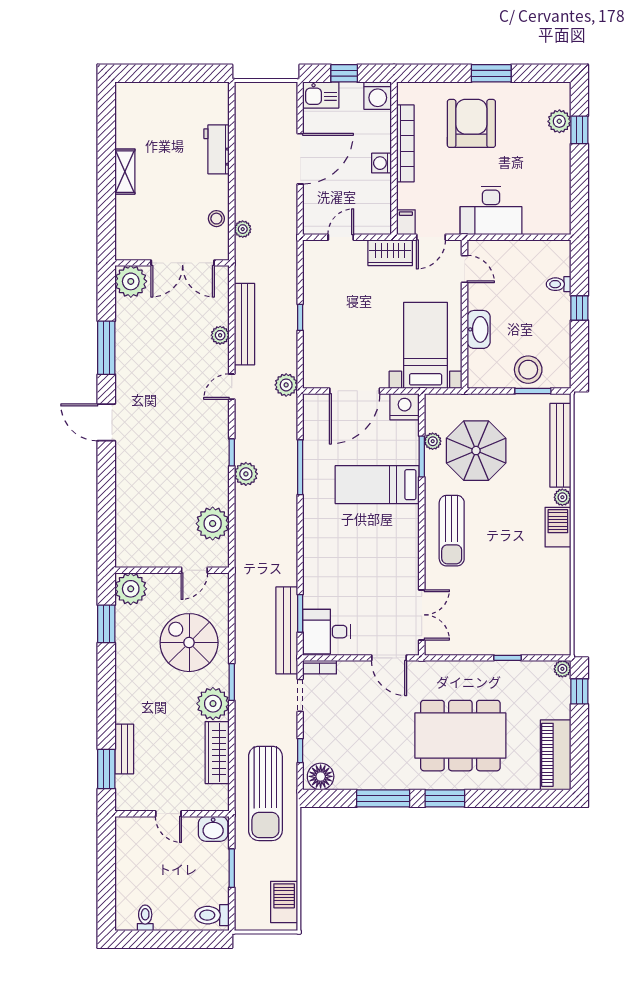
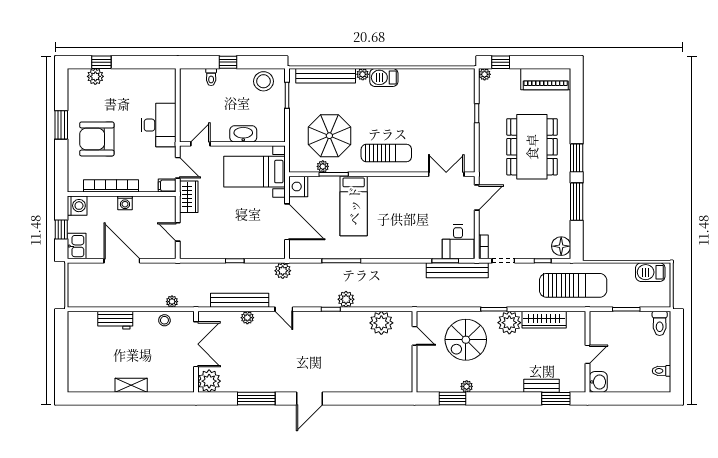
stool: (528, 370) -> (264, 81), moved
plant: (131, 589) -> (467, 386), moved, width x0.53, depth x0.53
washbasin: (213, 829) -> (598, 382), moved

